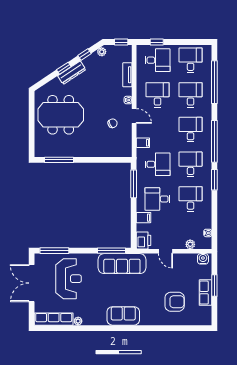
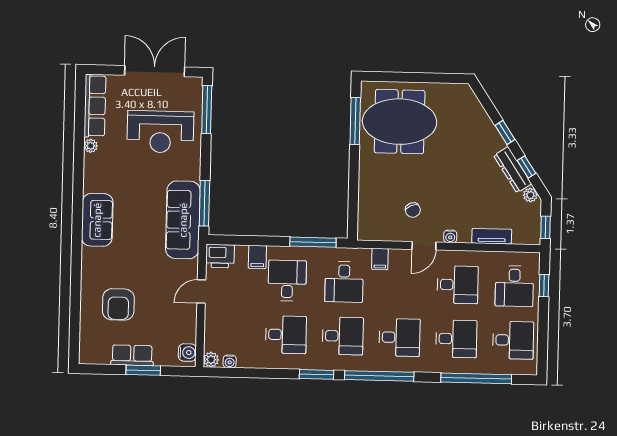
dresser: (72, 73) -> (513, 170), moved
meeting table: (61, 115) -> (400, 122), moved, turned 90
plant: (190, 244) -> (211, 360), moved

